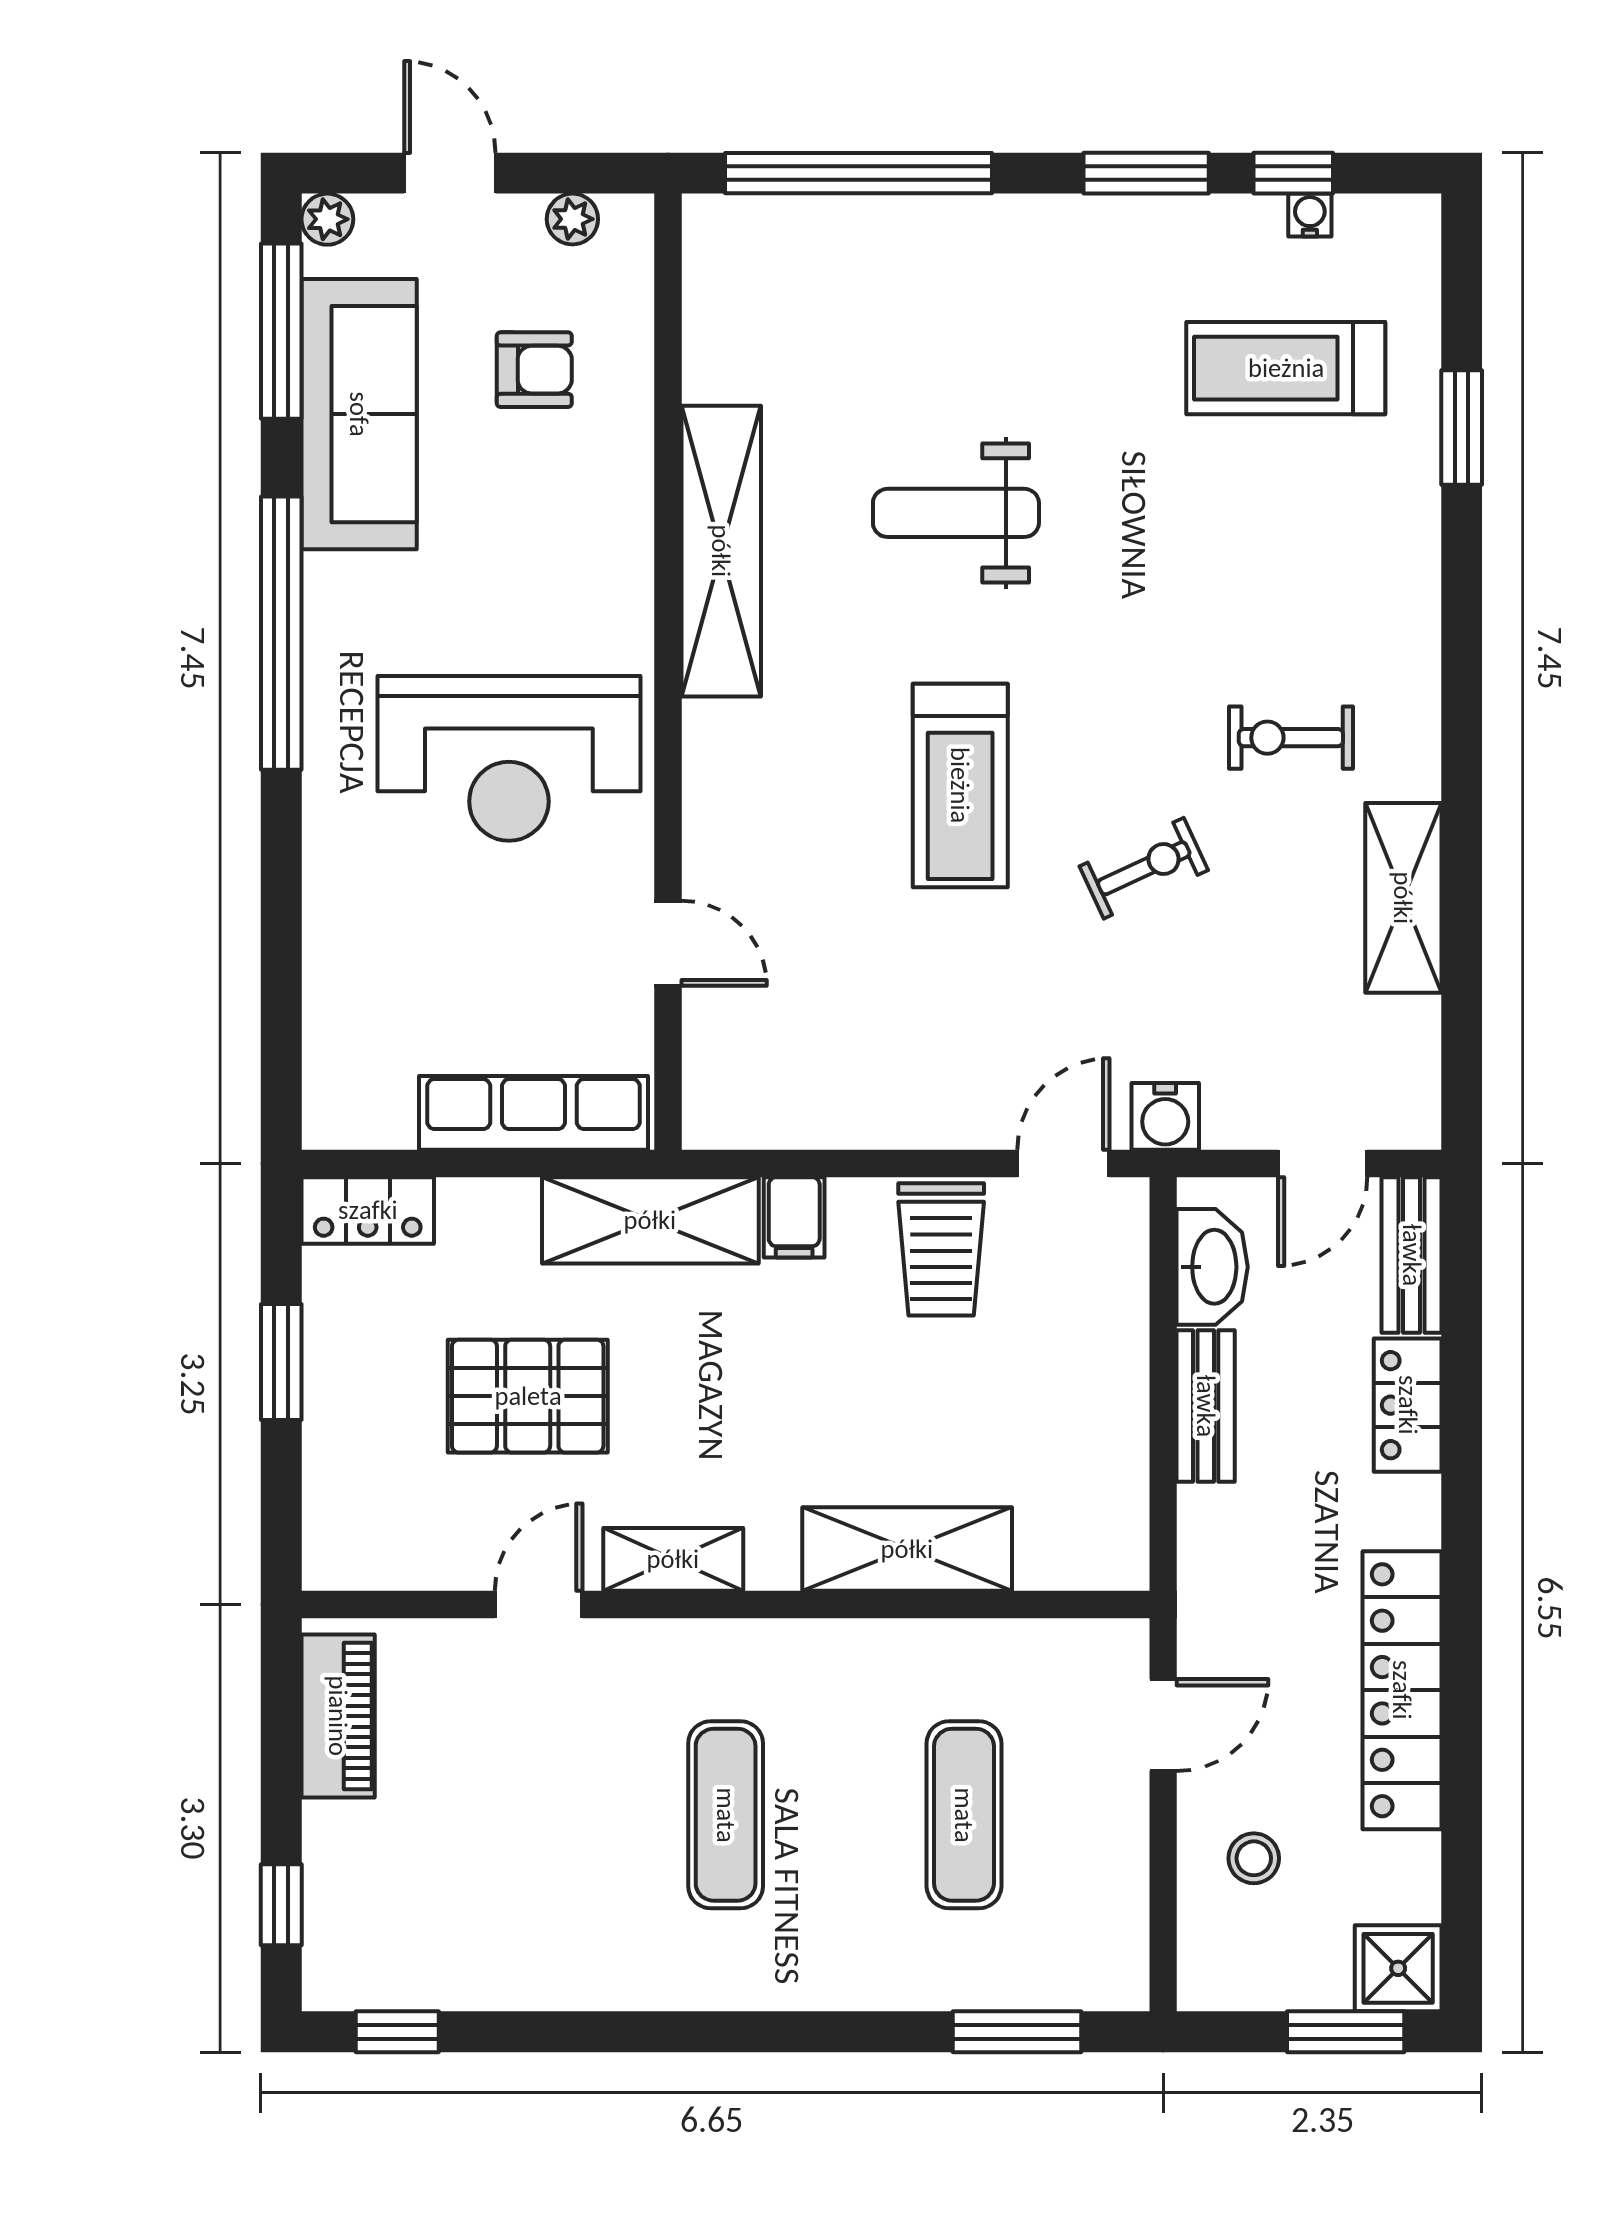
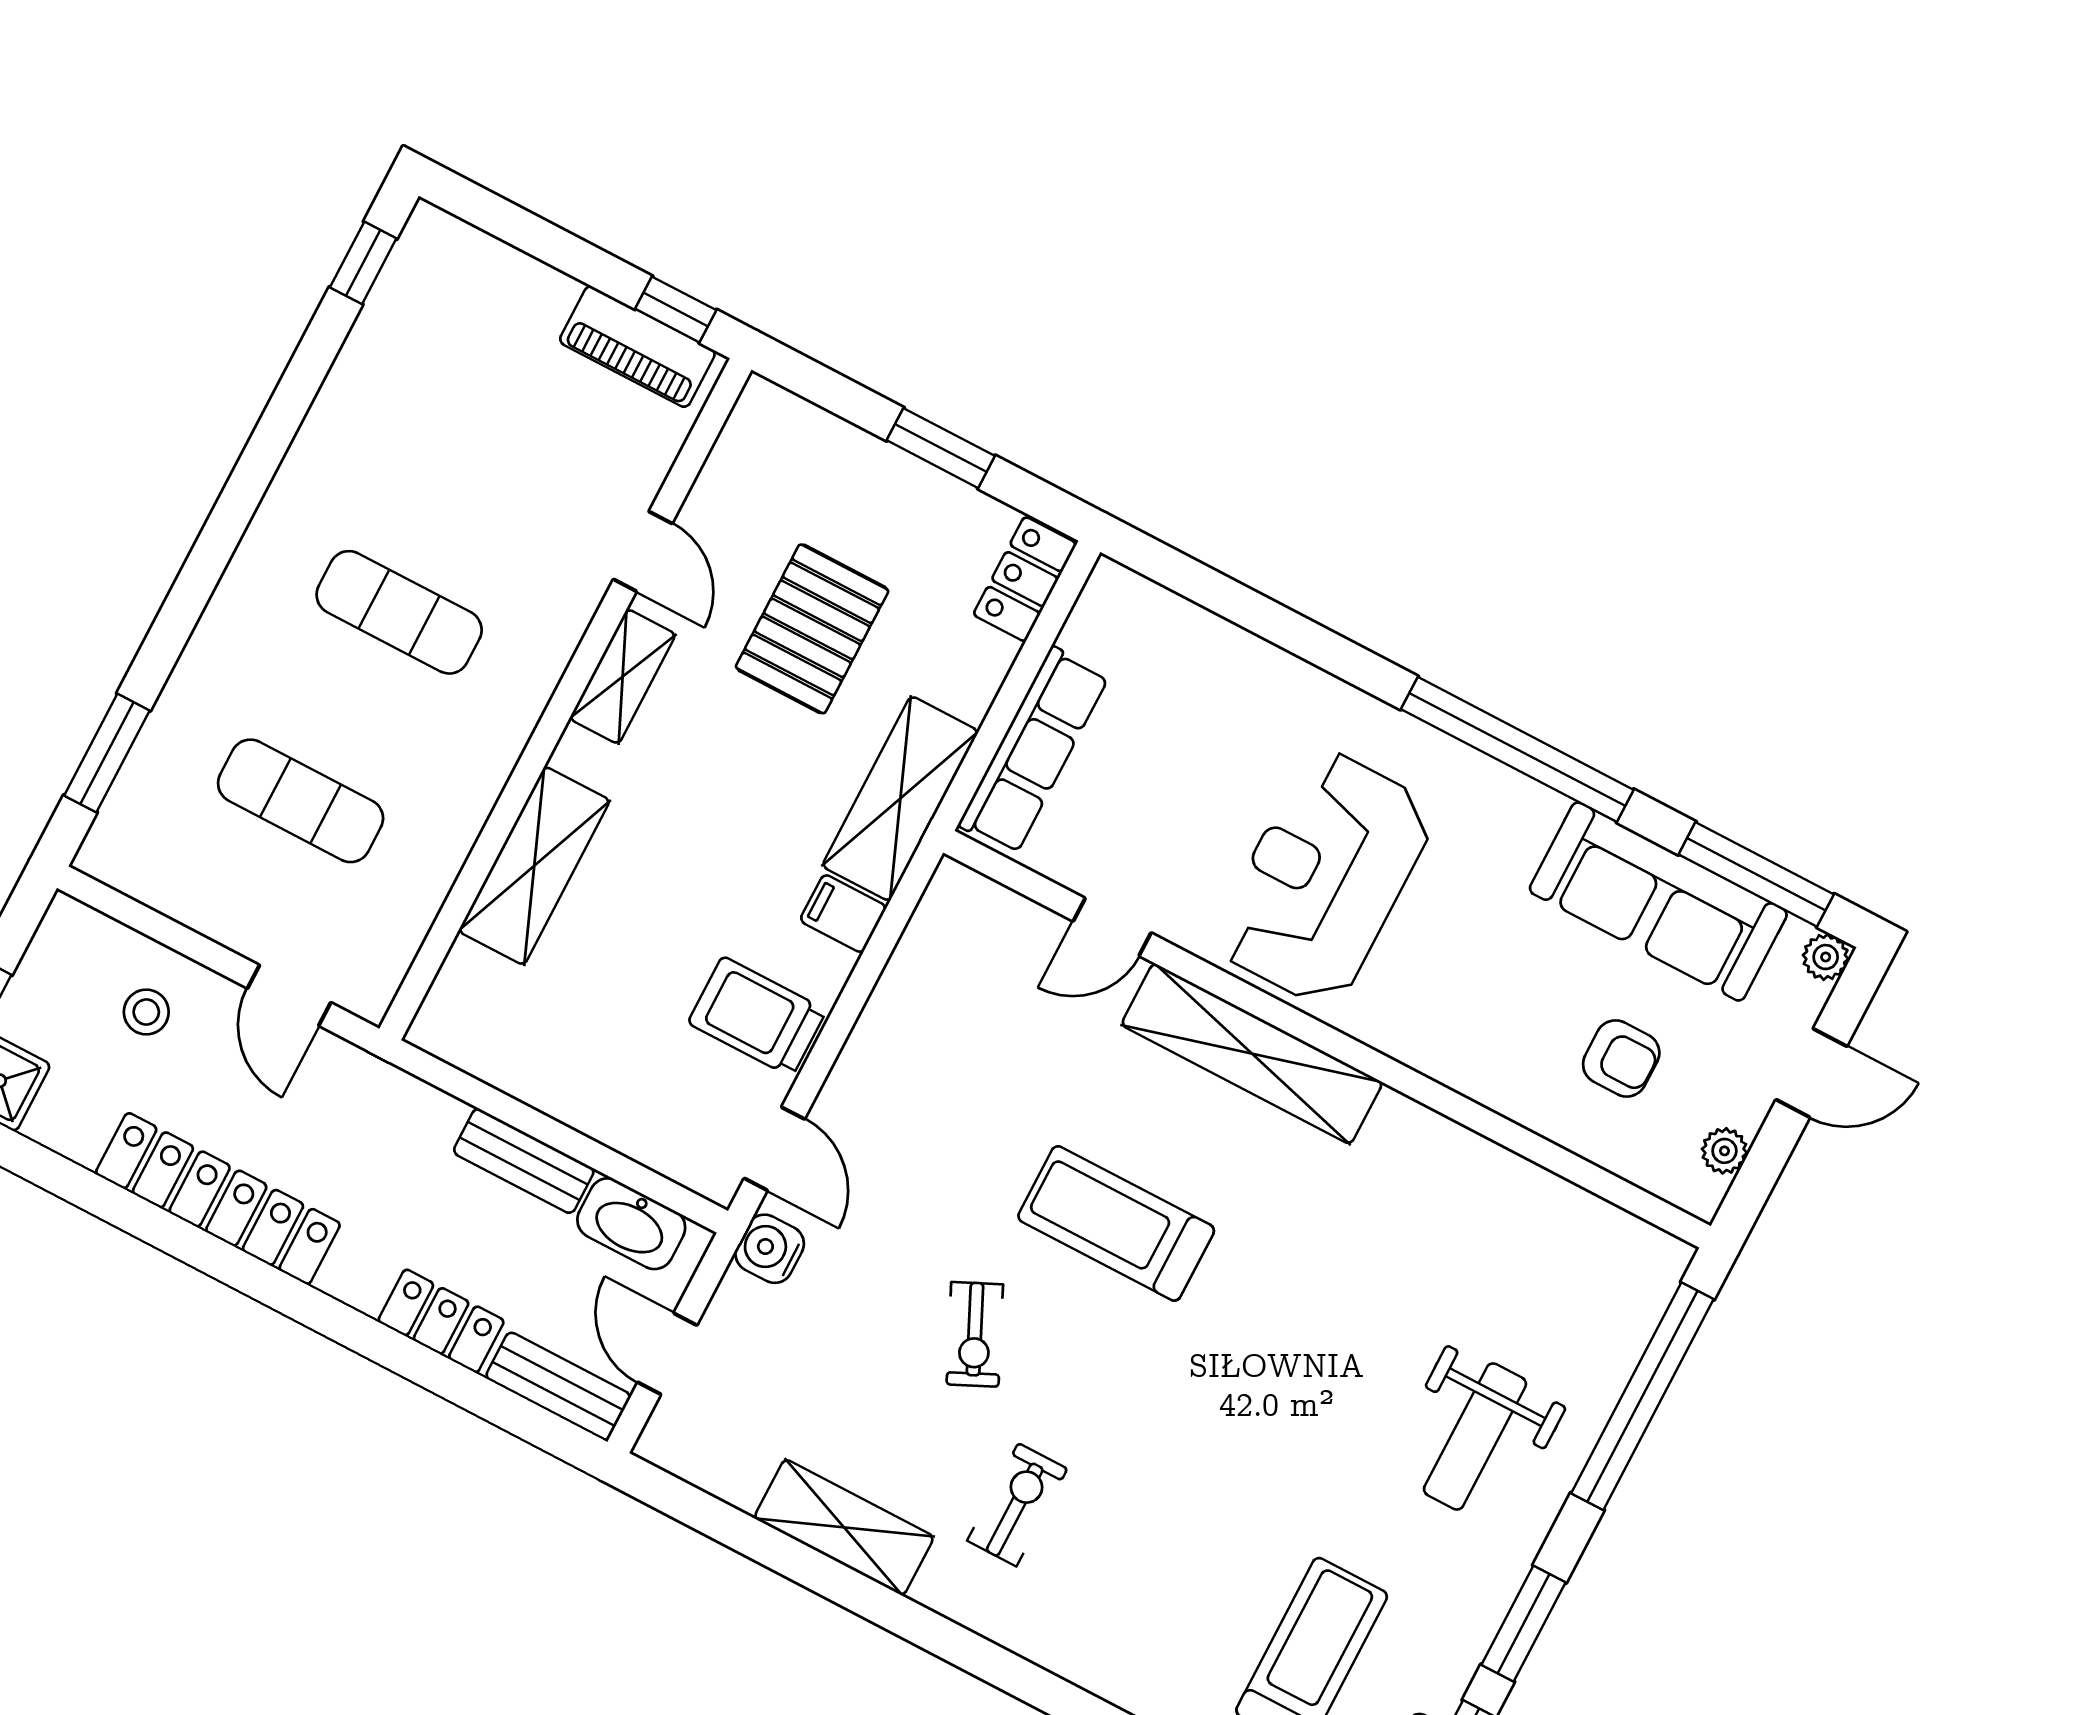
armchair: (534, 370) -> (1621, 1058), turned -90
weight bench: (956, 513) -> (1475, 1437), moved, turned 180
shelving: (721, 551) -> (1252, 1054), moved
window: (281, 1905) -> (676, 309), moved

